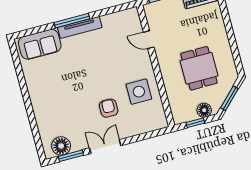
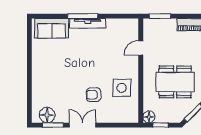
door: (149, 40) -> (141, 48), hinge flipped
dining table: (199, 68) -> (175, 82), width x1.38
armchair: (109, 108) -> (94, 95), turned -90
floor lamp: (204, 110) -> (149, 117), moved

